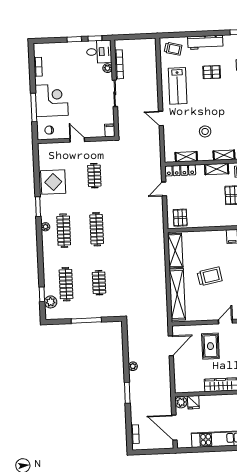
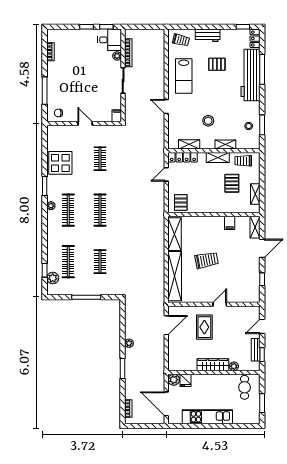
workbench: (205, 42) -> (208, 35), width x0.73
corner desk: (52, 100) -> (62, 84), removed

